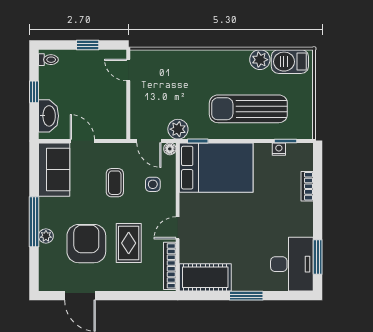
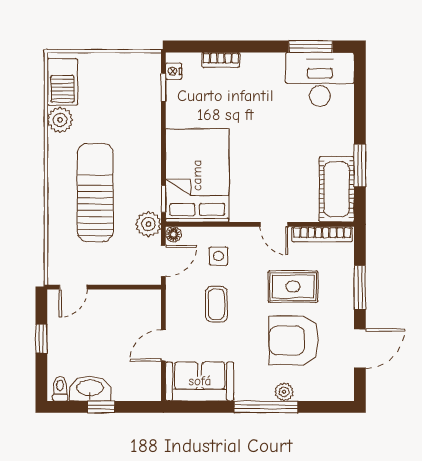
sun lounger: (248, 109) -> (95, 192), moved, turned 180
washbasin: (48, 116) -> (90, 389), moved
nightstand: (279, 149) -> (174, 71), moved
coffee table: (115, 183) -> (216, 304), turned 90
window: (128, 296) -> (360, 287), added
window: (246, 296) -> (360, 166), moved

